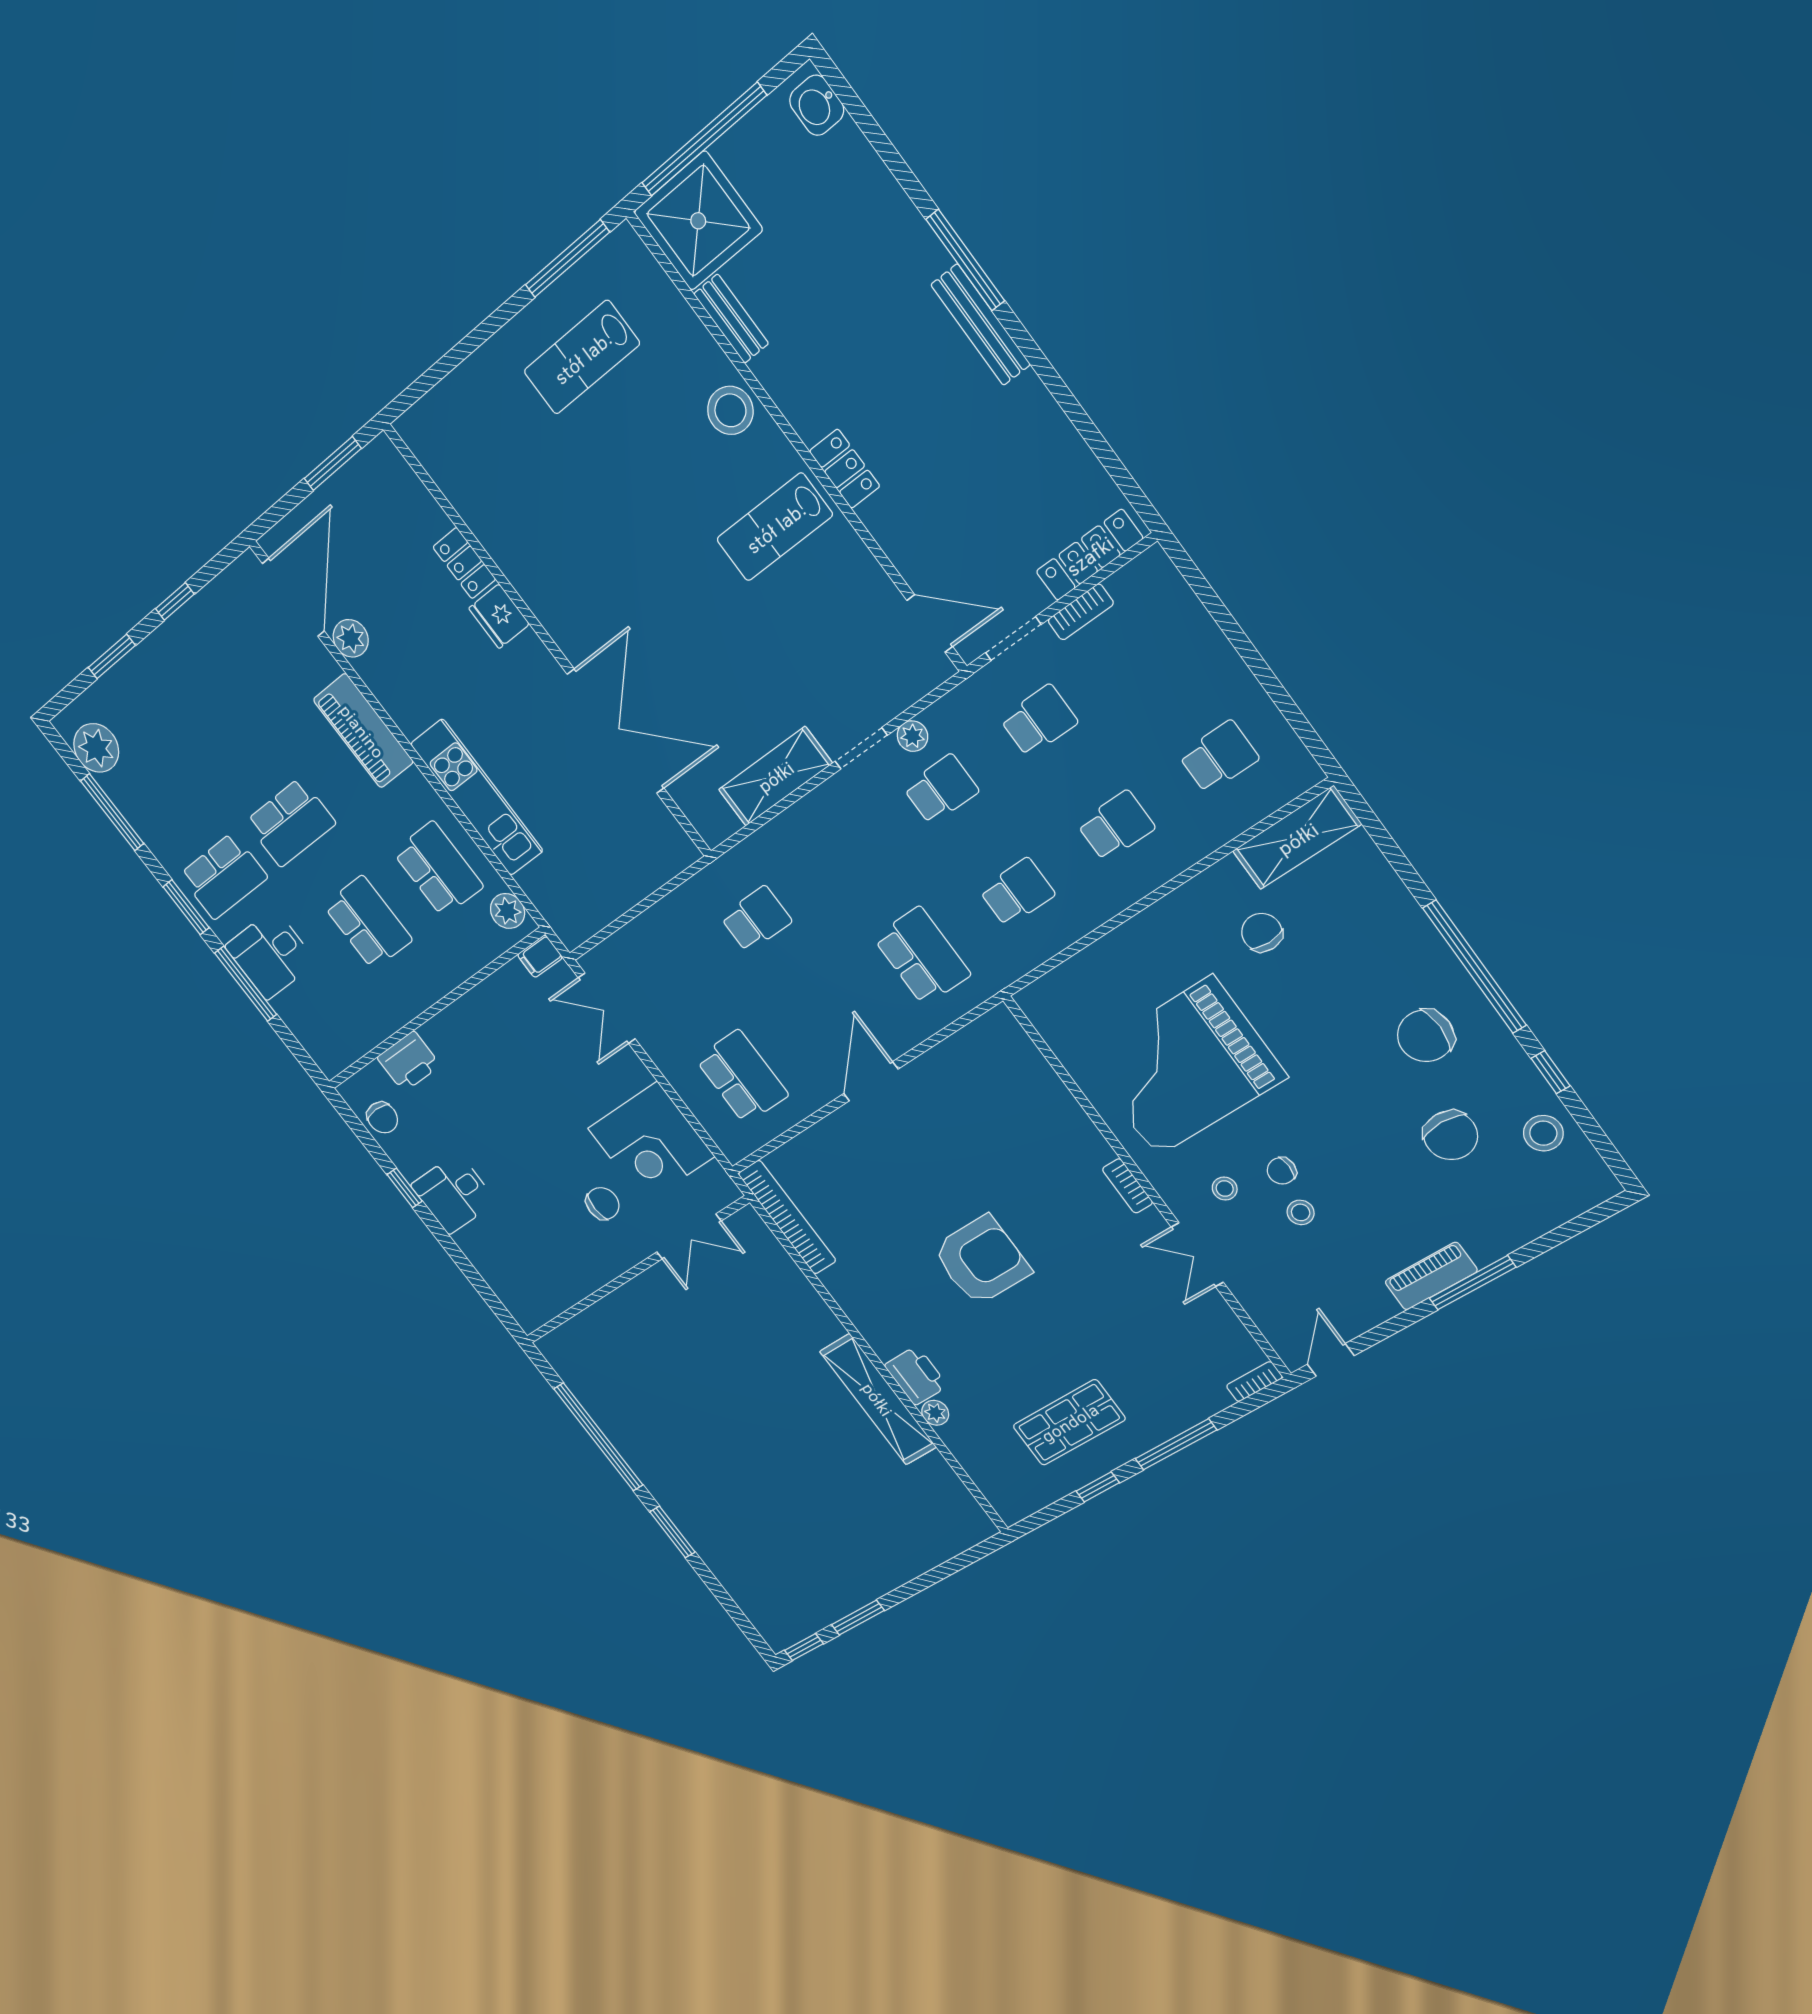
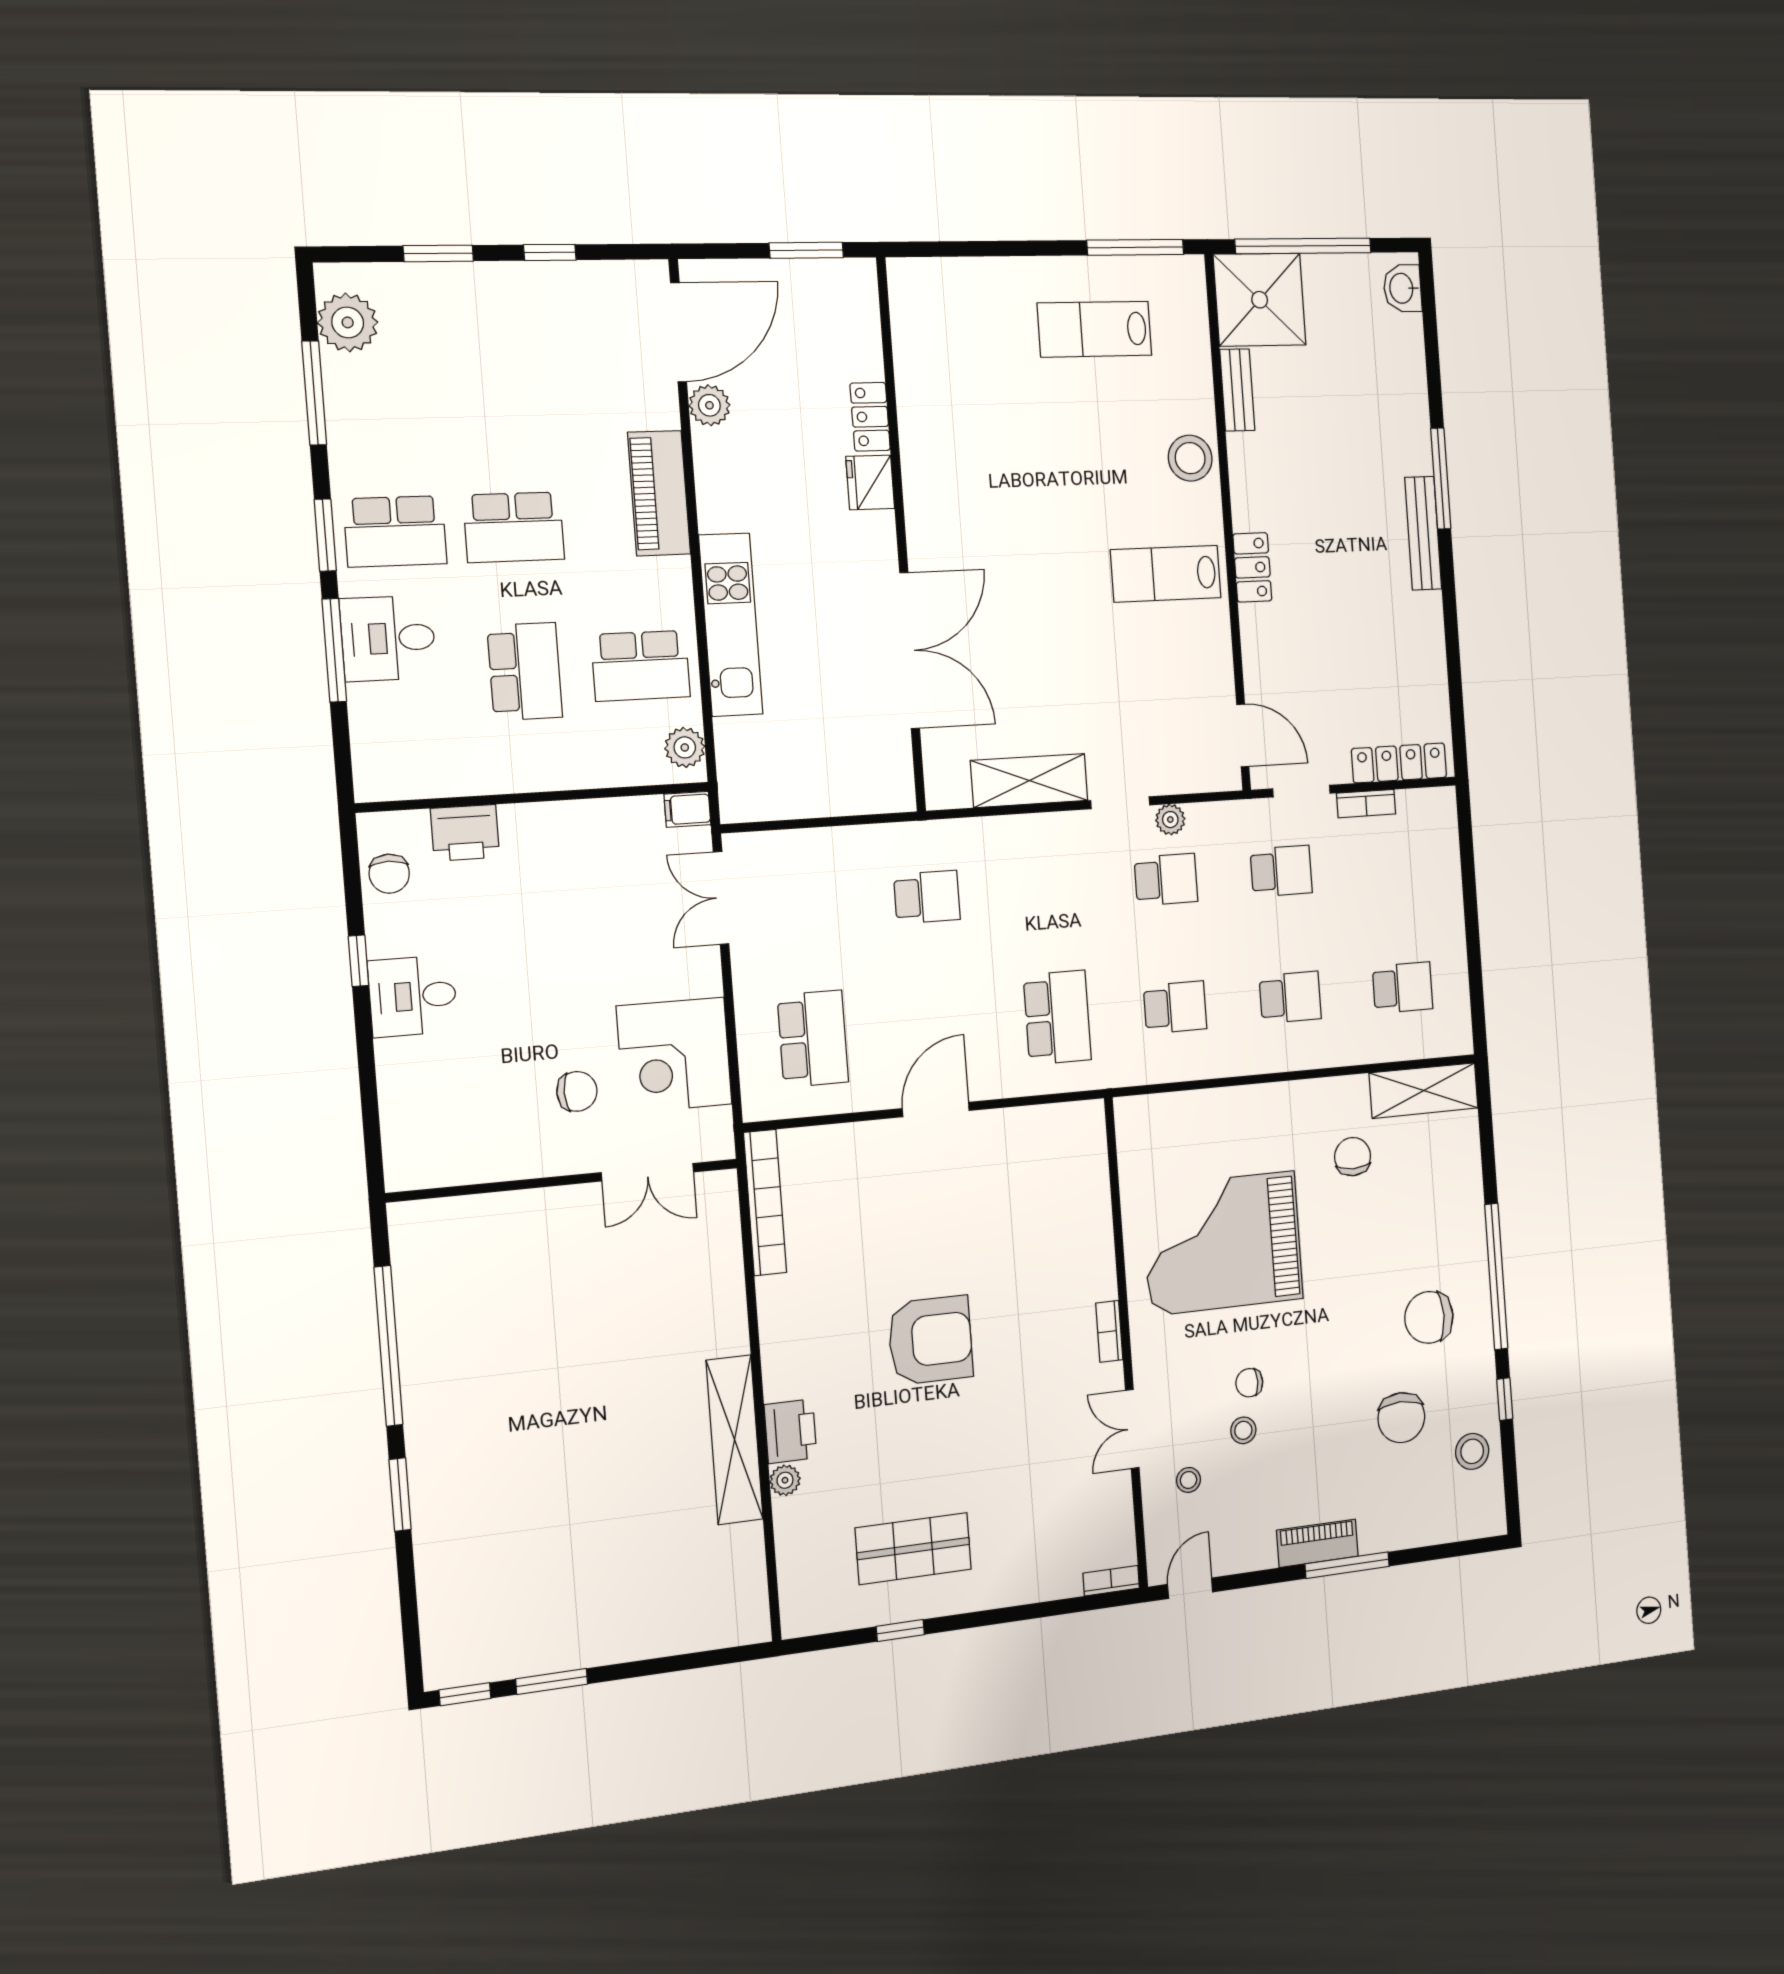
school desk: (438, 869) -> (641, 666), turned 90
stool: (1225, 1189) -> (1188, 1480), moved
window: (1176, 1444) -> (1002, 1616), removed

